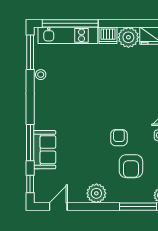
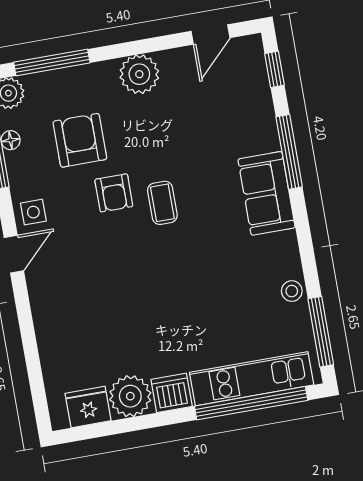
coffee table: (96, 129) -> (162, 203), added
sofa: (45, 150) -> (267, 193), moved

